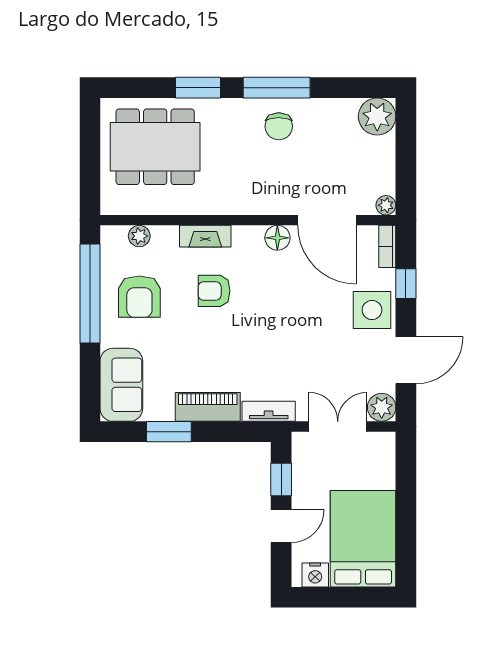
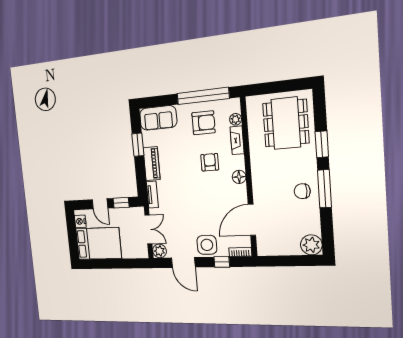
plant: (386, 205) -> (262, 251), removed
fireplace: (205, 236) -> (237, 140), moved
floor lamp: (277, 238) -> (239, 177), moved
armchair: (139, 297) -> (203, 123), turned 180

